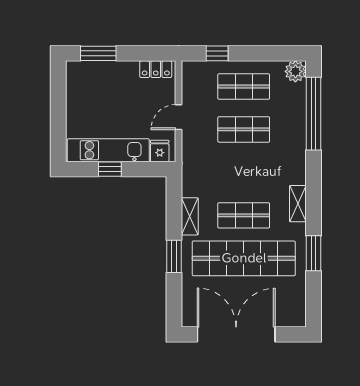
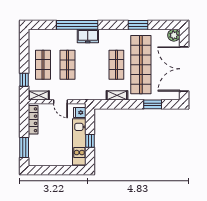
locker: (156, 69) -> (33, 120), width x1.53
plant: (295, 71) -> (174, 35), moved
window: (313, 114) -> (77, 25), moved
freezer: (294, 165) -> (88, 36), added
shelving: (298, 204) -> (39, 96), moved
window: (174, 256) -> (153, 104), moved

